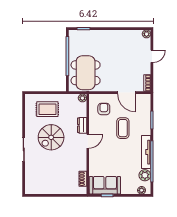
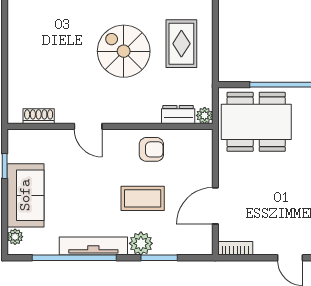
armchair: (104, 109) -> (151, 149), moved
dresser: (82, 125) -> (178, 115), moved
door: (88, 141) -> (88, 126), moved
plant: (145, 175) -> (141, 243), moved
sofa: (105, 185) -> (25, 195), moved

